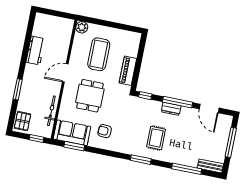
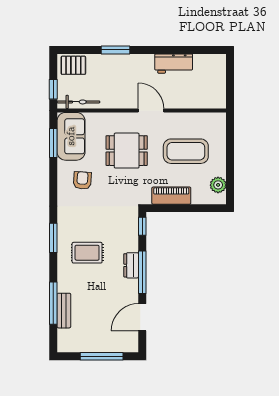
plant: (82, 27) -> (218, 185), moved
bicycle: (51, 111) -> (78, 102), moved
bench: (210, 166) -> (64, 311), moved

